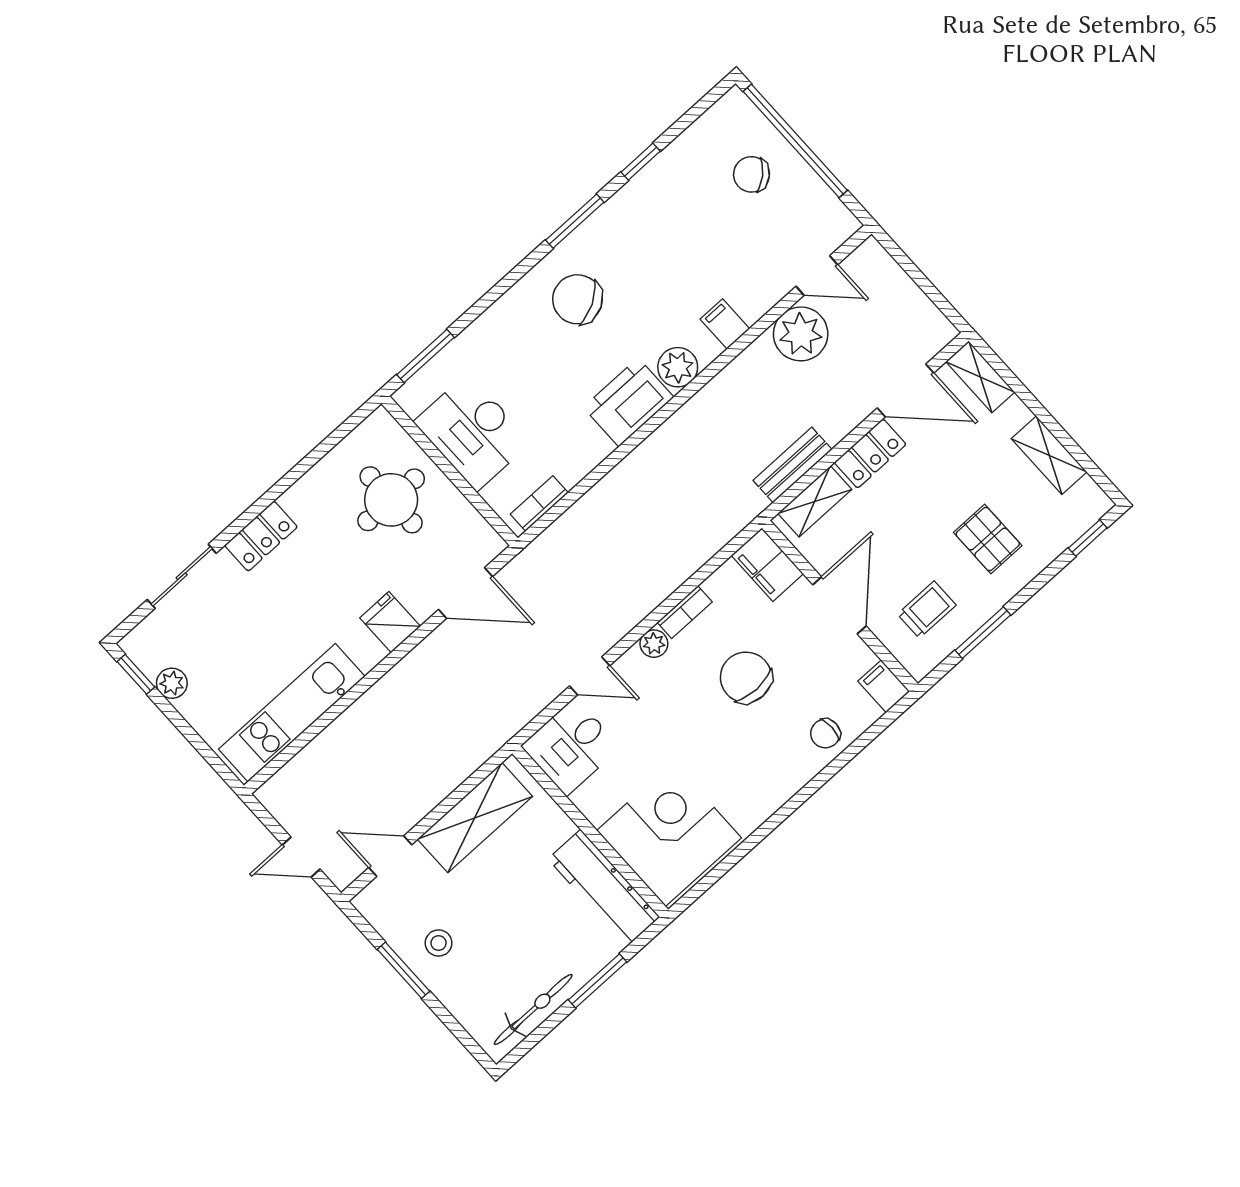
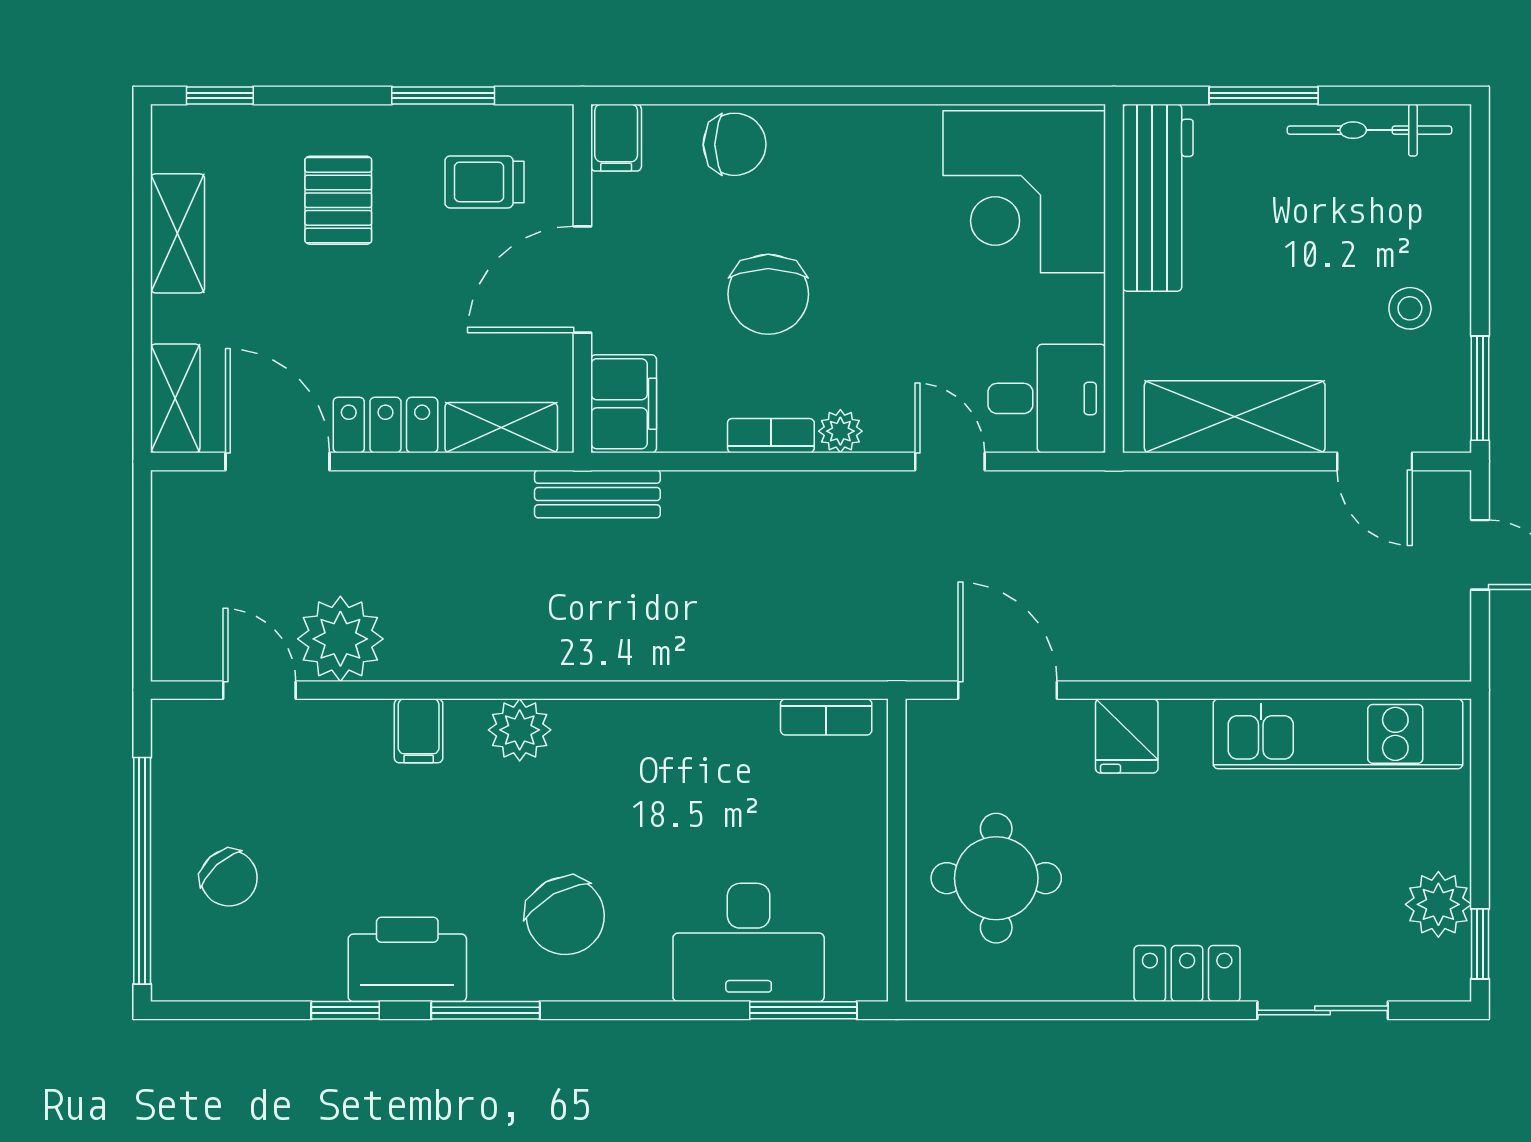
printer: (629, 402) -> (407, 959), moved, turned 180
desk: (472, 432) -> (749, 942), moved, turned 90
bench: (792, 465) -> (597, 494), moved
plant: (172, 683) -> (1438, 904), width x1.38, depth x1.38
chair: (825, 733) -> (735, 144), width x1.37, depth x1.37
window: (403, 970) -> (1480, 388), moved

